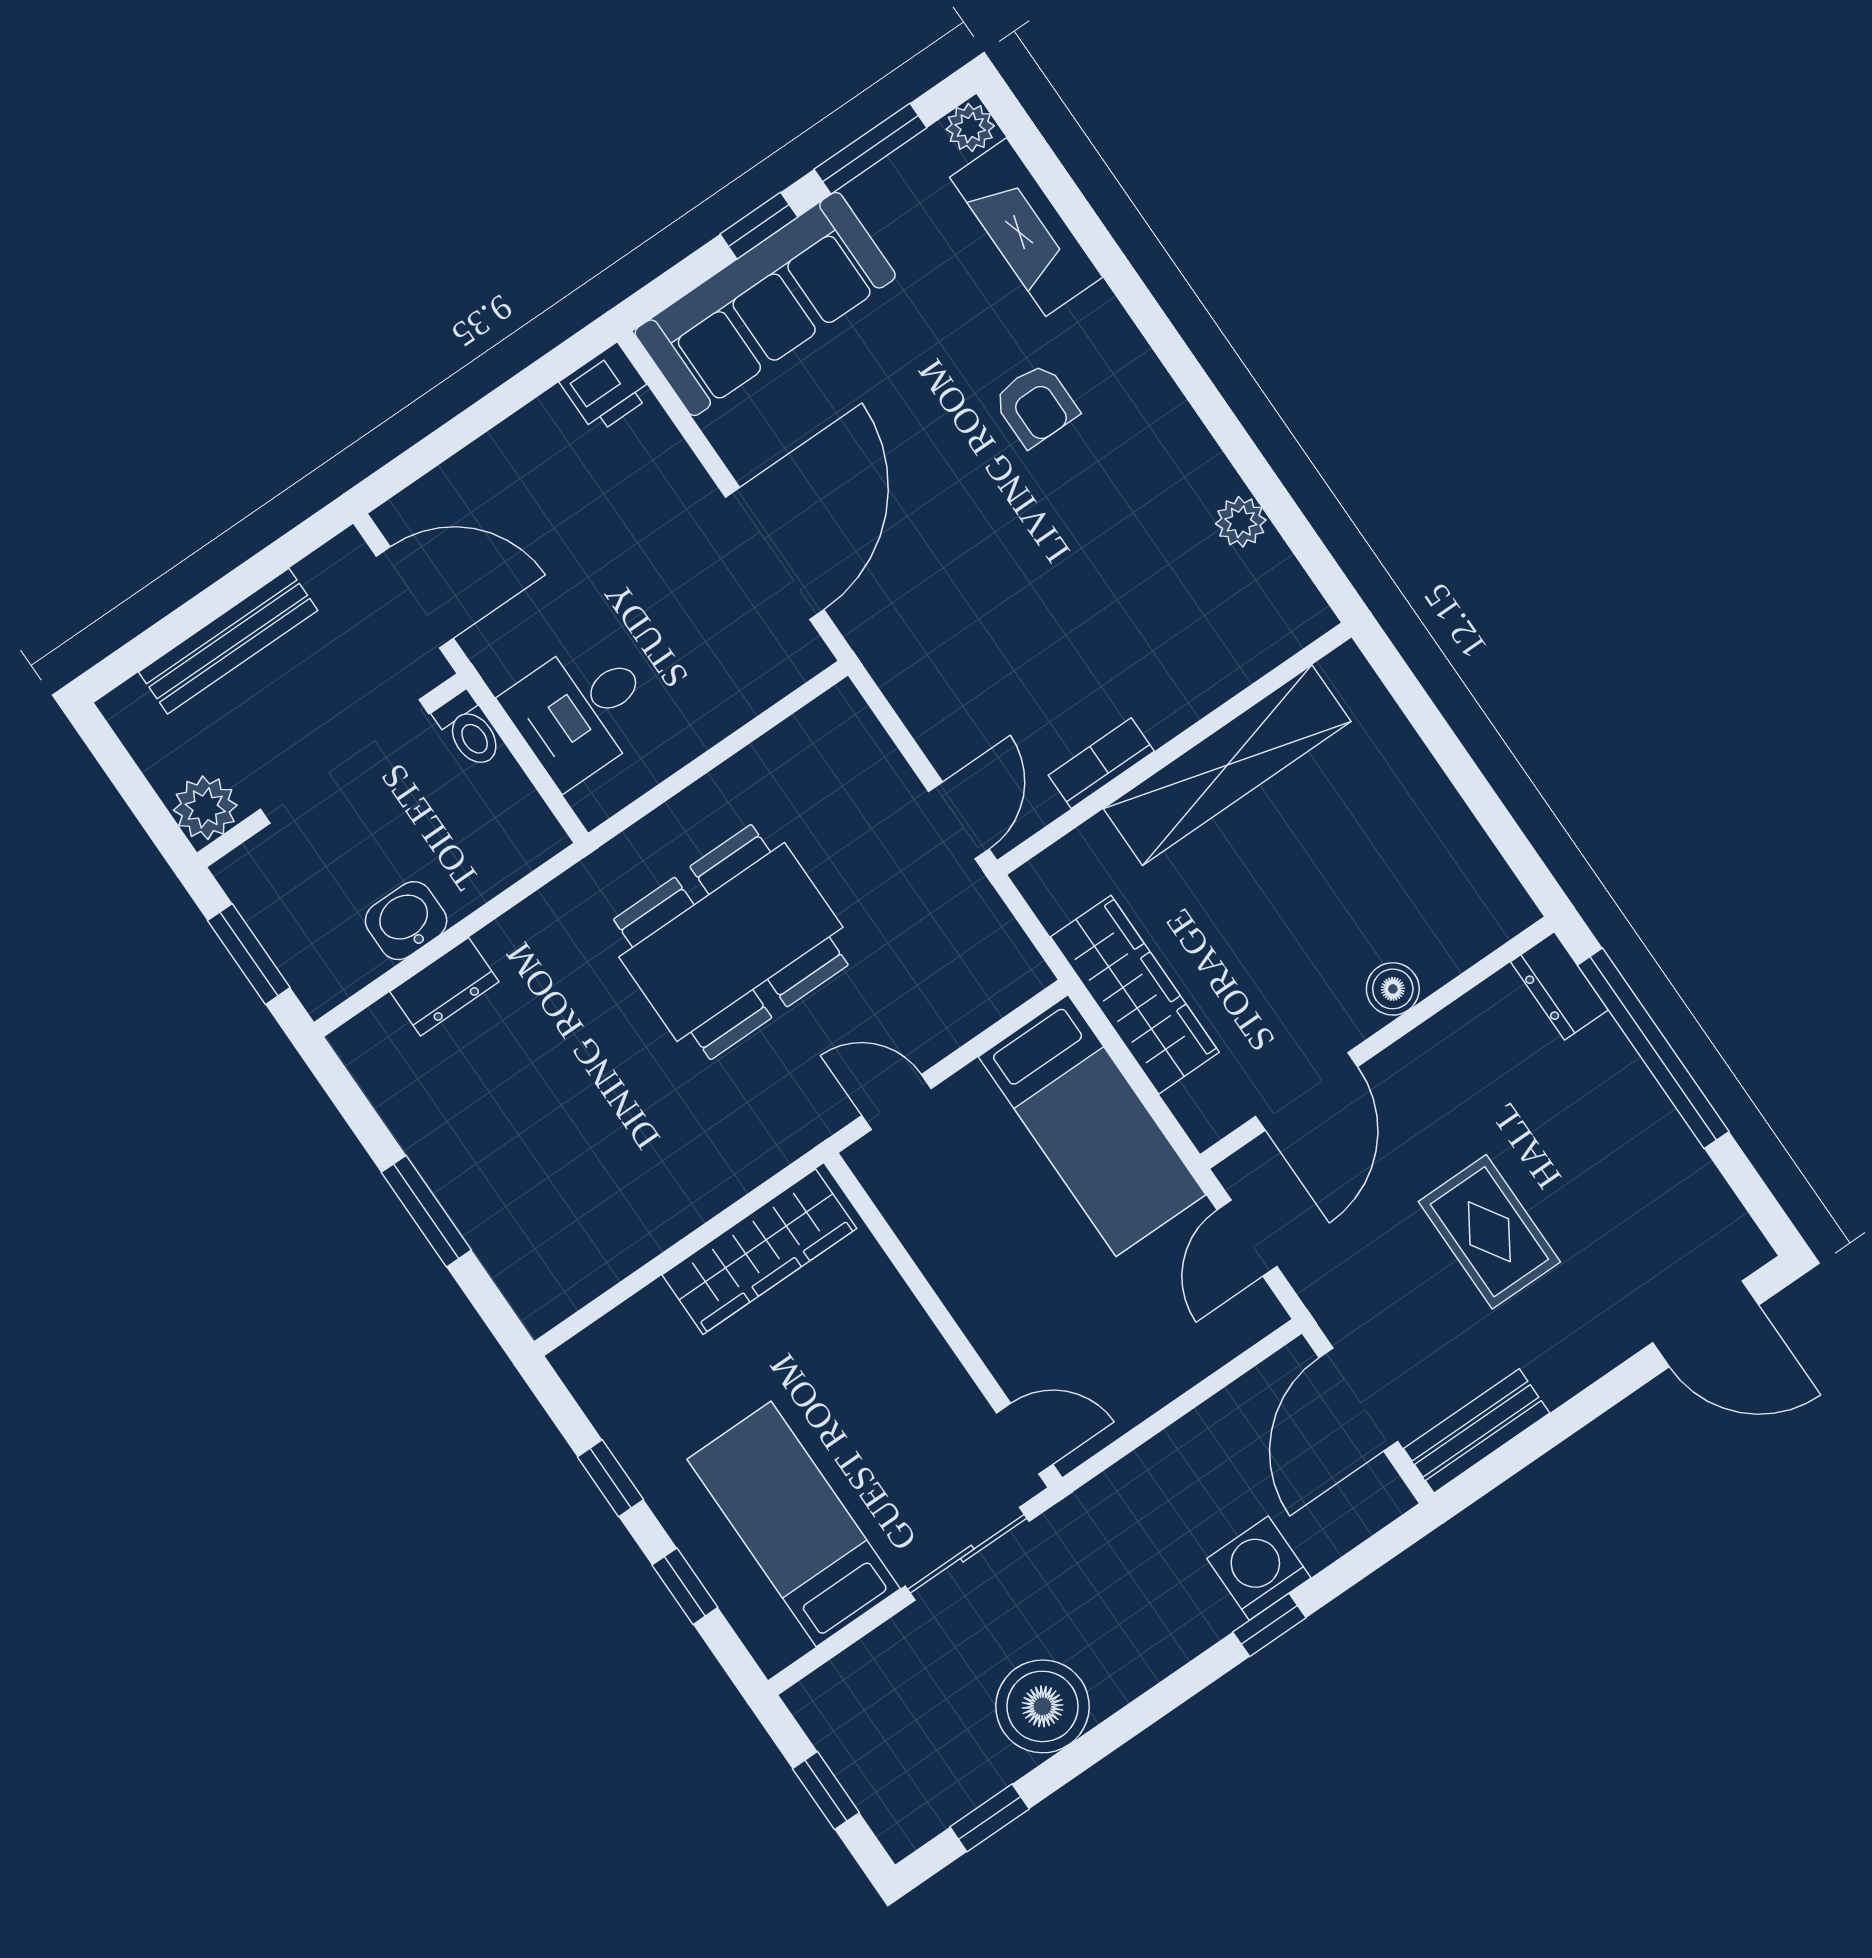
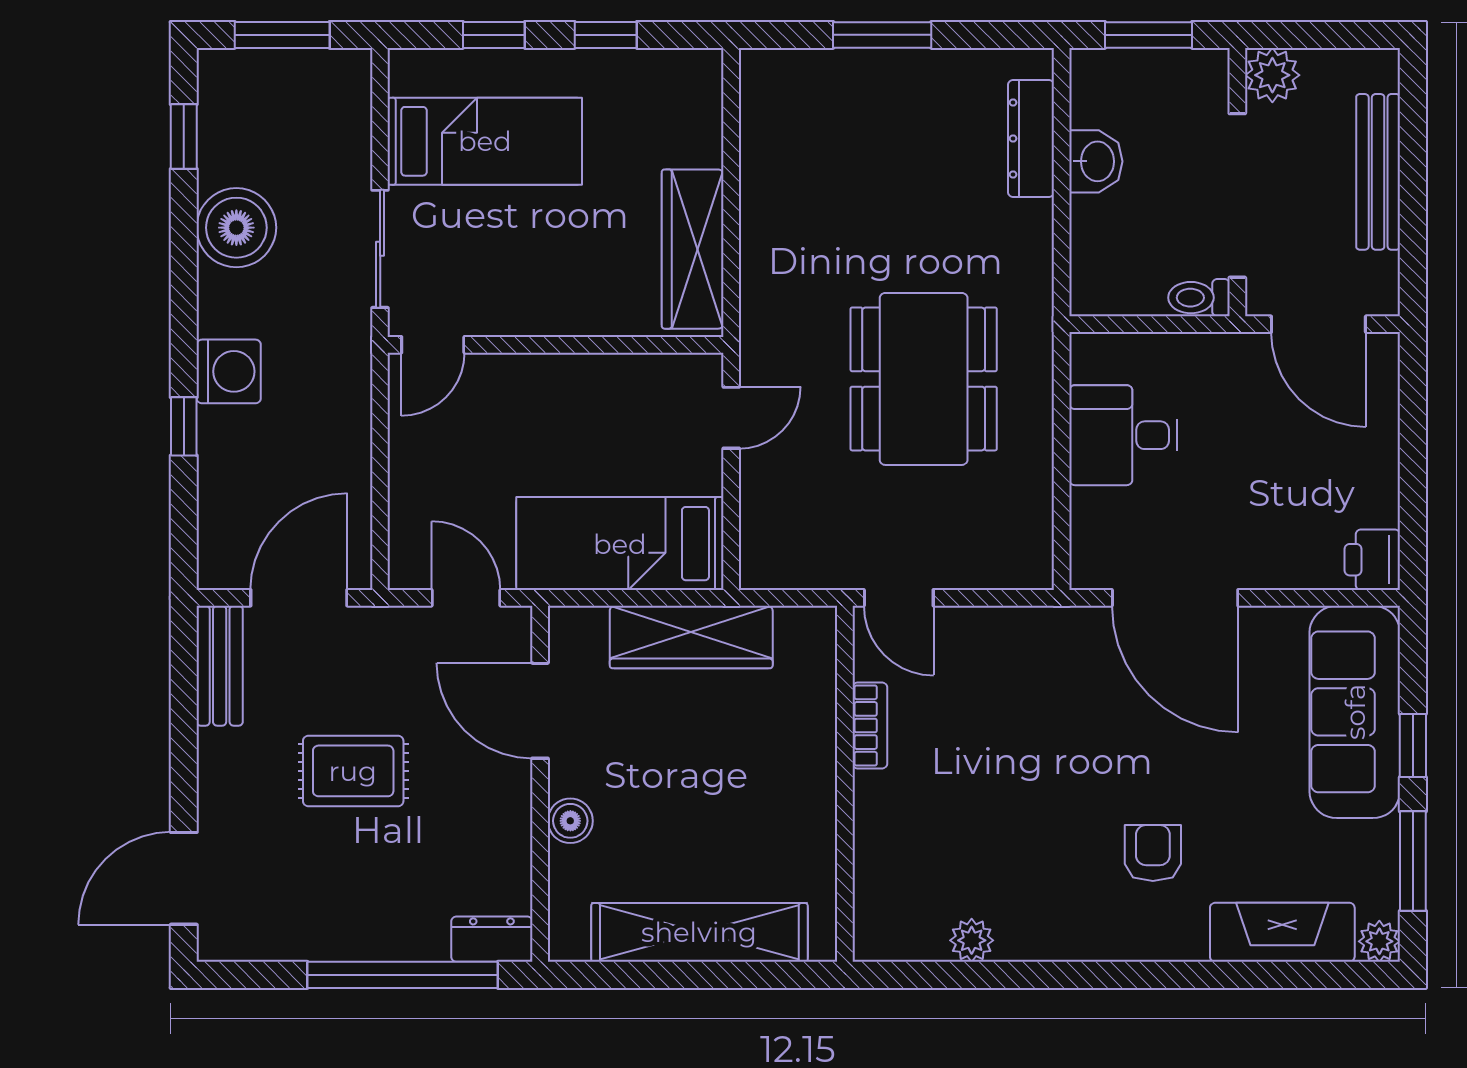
armchair: (1036, 405) -> (1153, 853), turned 90
door: (415, 597) -> (1318, 324), hinge flipped
desk: (581, 710) -> (1123, 435), moved, turned -90
shelving: (1227, 765) -> (699, 932), moved, turned 90
dresser: (444, 987) -> (1031, 139), width x1.44
door: (1358, 1399) -> (299, 598), hinge flipped
washing machine: (1259, 1568) -> (229, 371), moved
window: (826, 1791) -> (282, 35), width x1.50

